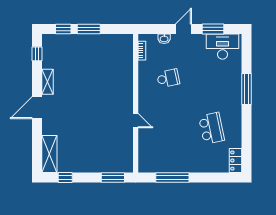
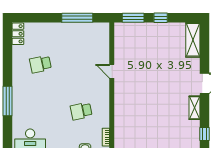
school desk: (212, 128) -> (40, 64), width x0.54
window: (65, 178) -> (161, 18), moved

